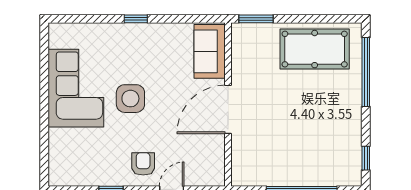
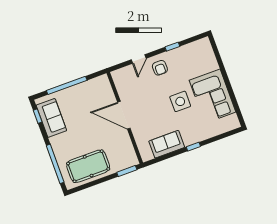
sofa: (210, 51) -> (167, 144), moved, turned -90
door: (228, 109) -> (124, 115), swing flipped
sofa: (345, 147) -> (51, 118), added

